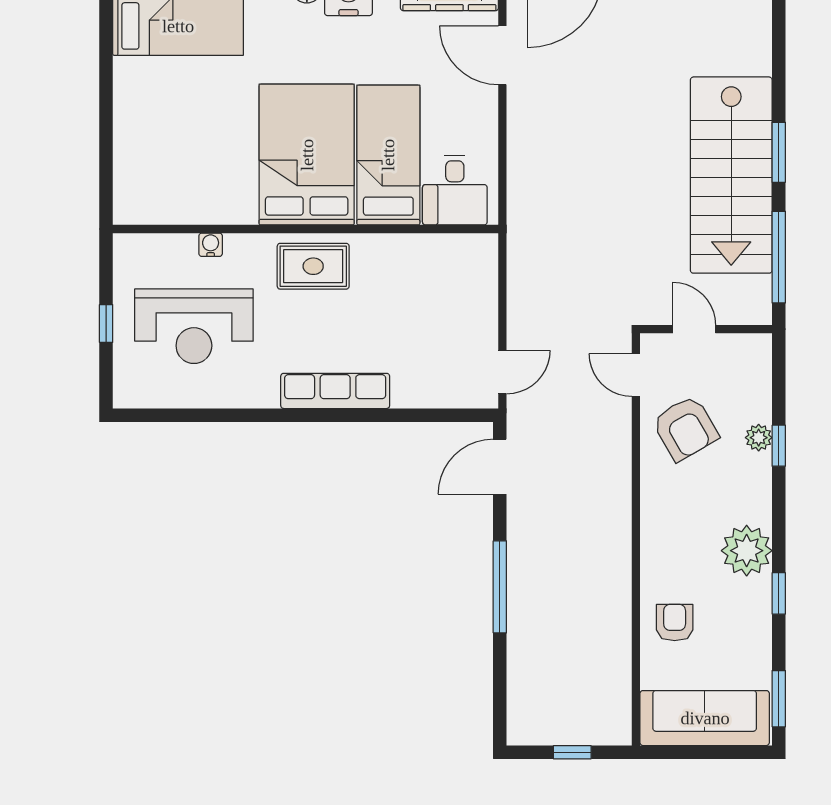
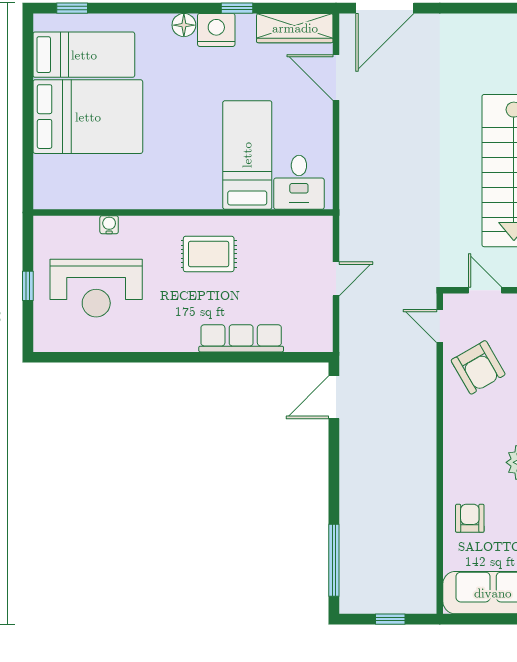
bed: (307, 155) -> (88, 117), moved, turned 90
rug: (313, 266) -> (209, 254), moved
door: (502, 372) -> (336, 279), moved
row of seats: (335, 391) -> (241, 338), moved
window: (500, 587) -> (334, 560), moved

